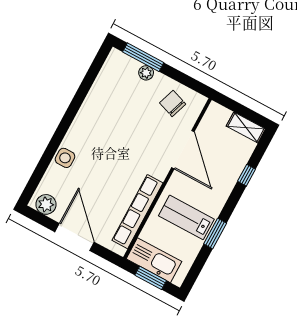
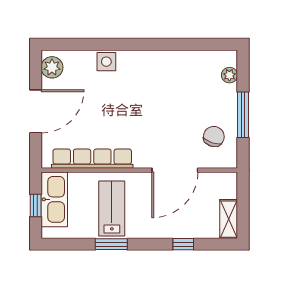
window: (143, 57) -> (243, 115), moved
plant: (146, 73) -> (229, 75), moved
window: (151, 278) -> (36, 205), width x0.67

